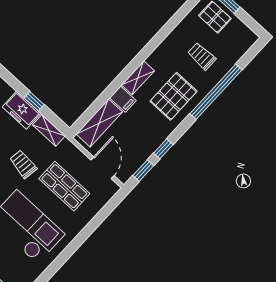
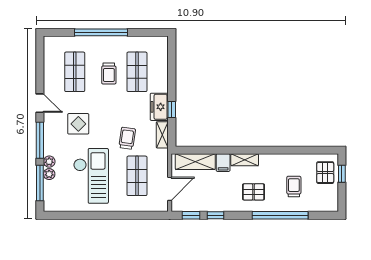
pallet: (174, 96) -> (253, 192), width x0.67, depth x0.71

